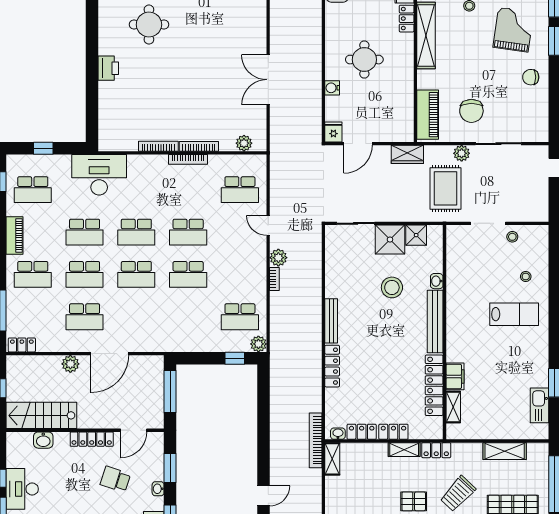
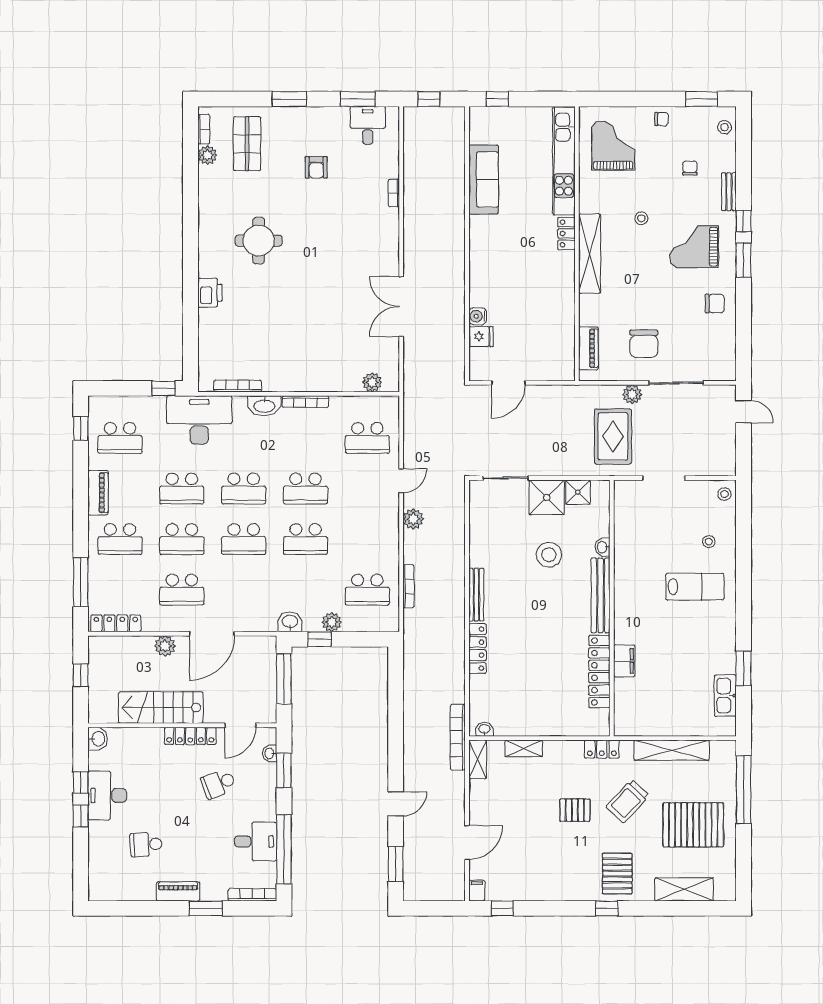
grand piano: (513, 30) -> (694, 247), turned -98
round table: (364, 60) -> (516, 282), removed
chair: (531, 77) -> (715, 303), turned 180
piano: (428, 115) -> (588, 348), width x0.73, depth x0.75
fridge: (333, 132) -> (481, 337), moved, turned 90
bookcase: (158, 146) -> (238, 386), moved
bookcase: (199, 146) -> (318, 386), removed
window: (43, 148) -> (164, 388), moved
wardrobe: (407, 154) -> (567, 396), removed
washbasin: (154, 163) -> (264, 406), added
door: (268, 225) -> (401, 481), swing flipped
stool: (512, 237) -> (724, 494), moved
bookcase: (274, 279) -> (409, 586), moved, width x1.56
washbasin: (175, 344) -> (290, 622), added
plant: (258, 344) -> (332, 622), moved
locker: (22, 345) -> (116, 623), width x1.53
window: (235, 358) -> (319, 639), moved
shelving: (453, 407) -> (622, 697), removed
stairs: (41, 415) -> (161, 708), moved
locker: (362, 432) -> (513, 727), removed
locker: (393, 432) -> (551, 727), removed
washbasin: (43, 440) -> (98, 739), moved, turned -90
shelving: (404, 450) -> (524, 748), moved
shelving: (505, 451) -> (672, 750), width x1.47
school desk: (115, 479) -> (219, 784), turned -39
washbasin: (158, 489) -> (270, 753), moved

